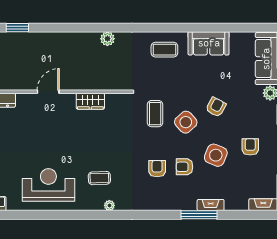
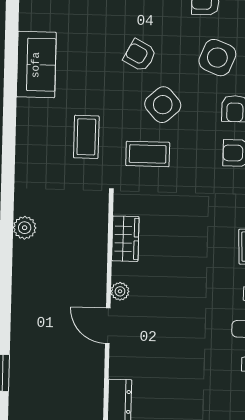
coffee table: (164, 50) -> (86, 137), moved
plant: (70, 99) -> (120, 291), added
wardrobe: (90, 101) -> (125, 239), moved

